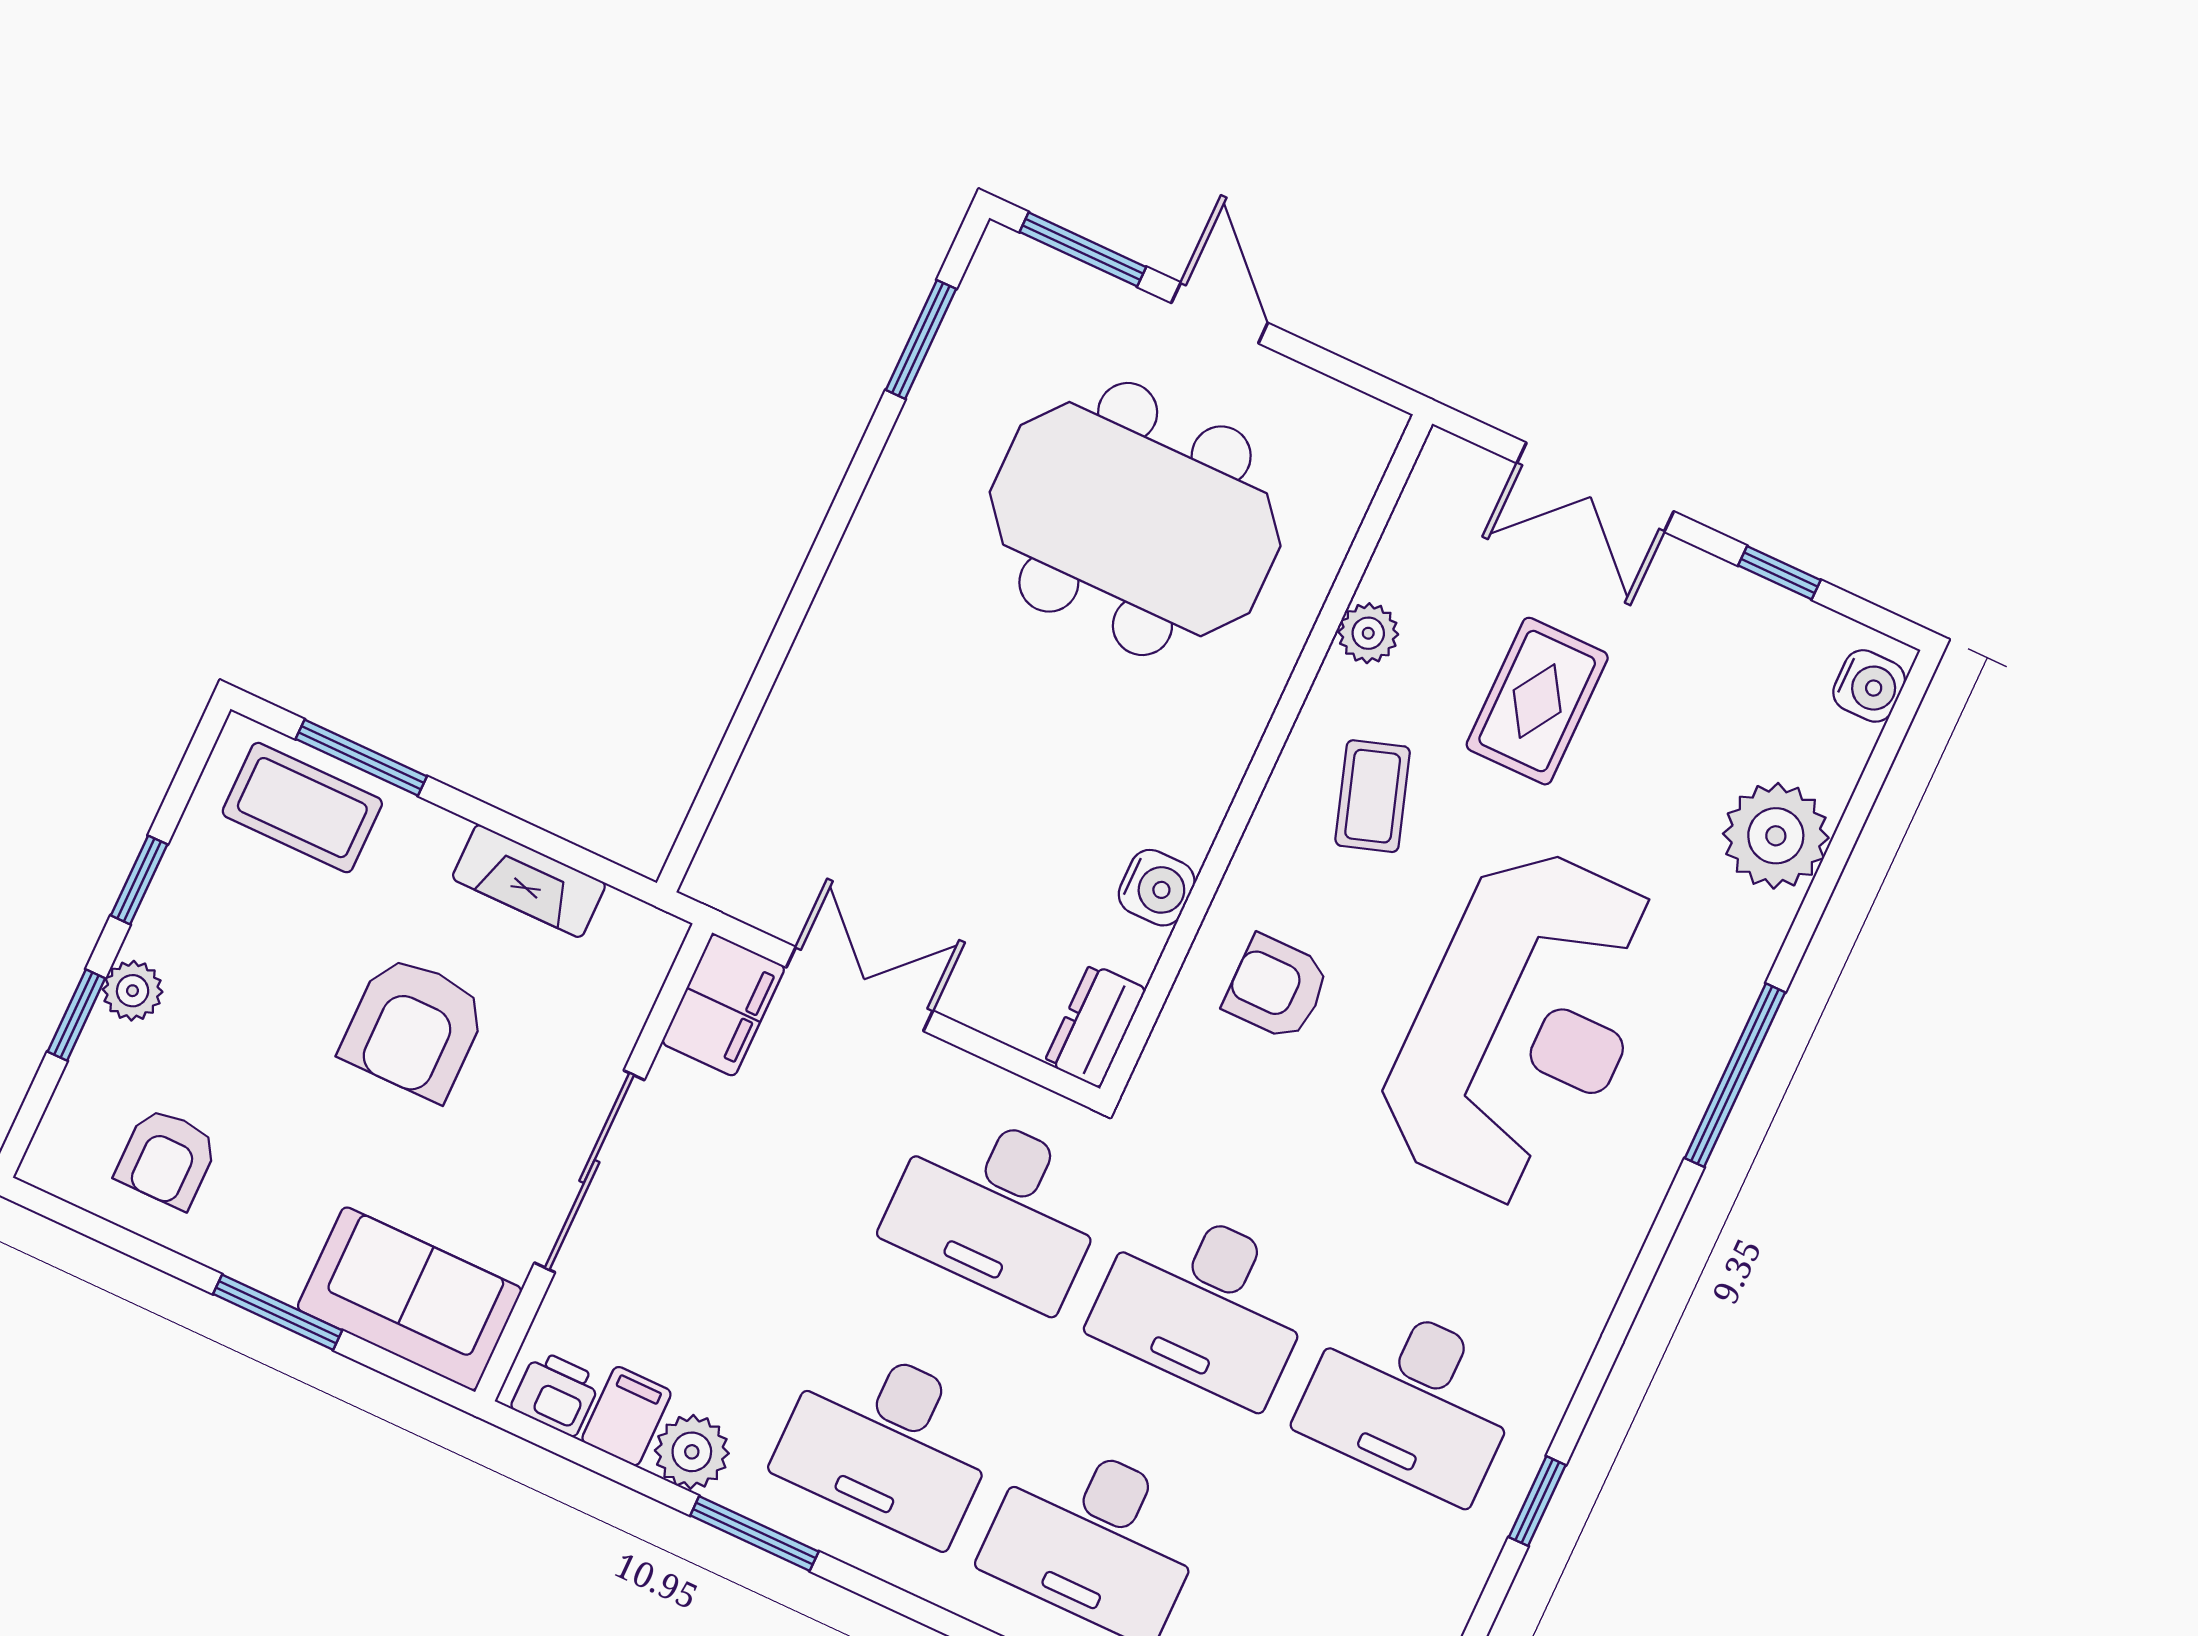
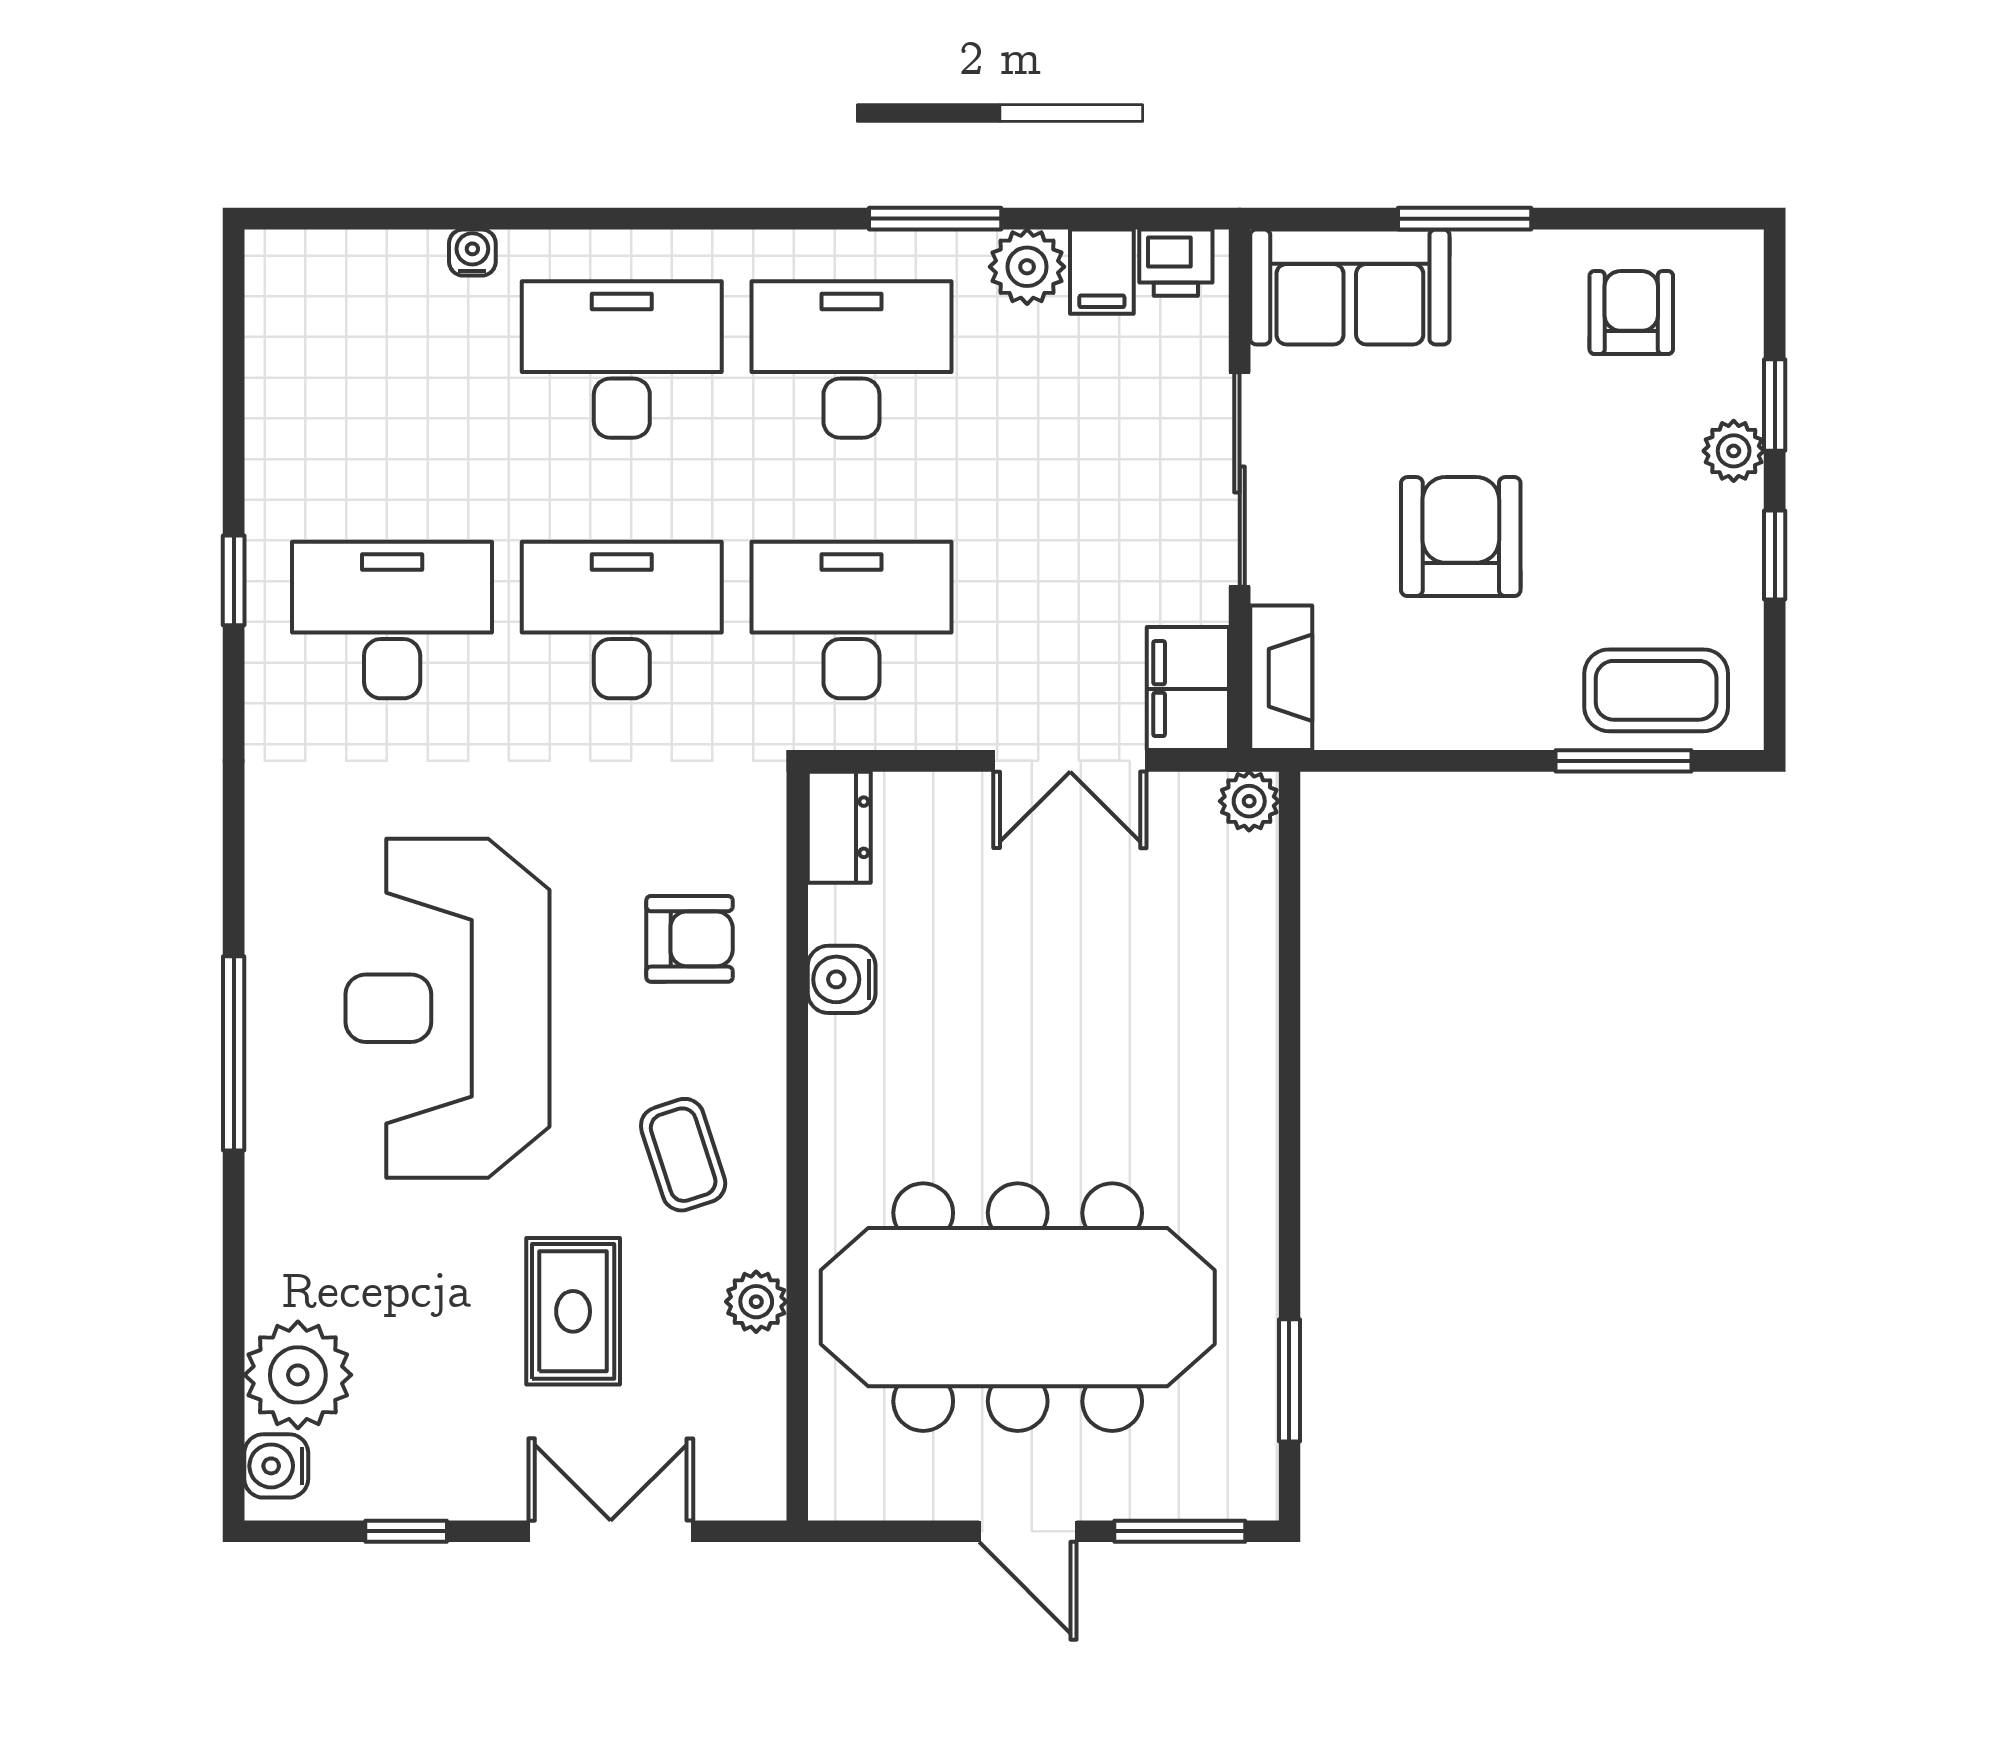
meeting table: (1135, 519) -> (1018, 1307), width x1.36
plant: (1776, 836) -> (298, 1375), moved
plant: (715, 878) -> (1249, 801), added
fireplace: (529, 881) -> (1281, 678), moved, turned 90

